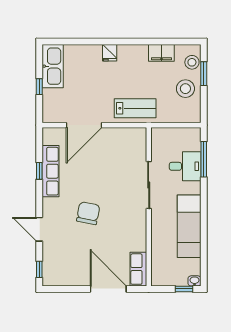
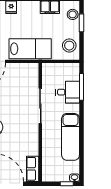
stool: (185, 89) -> (69, 46), moved
lab bench: (135, 108) -> (30, 49), width x1.36, depth x1.39

